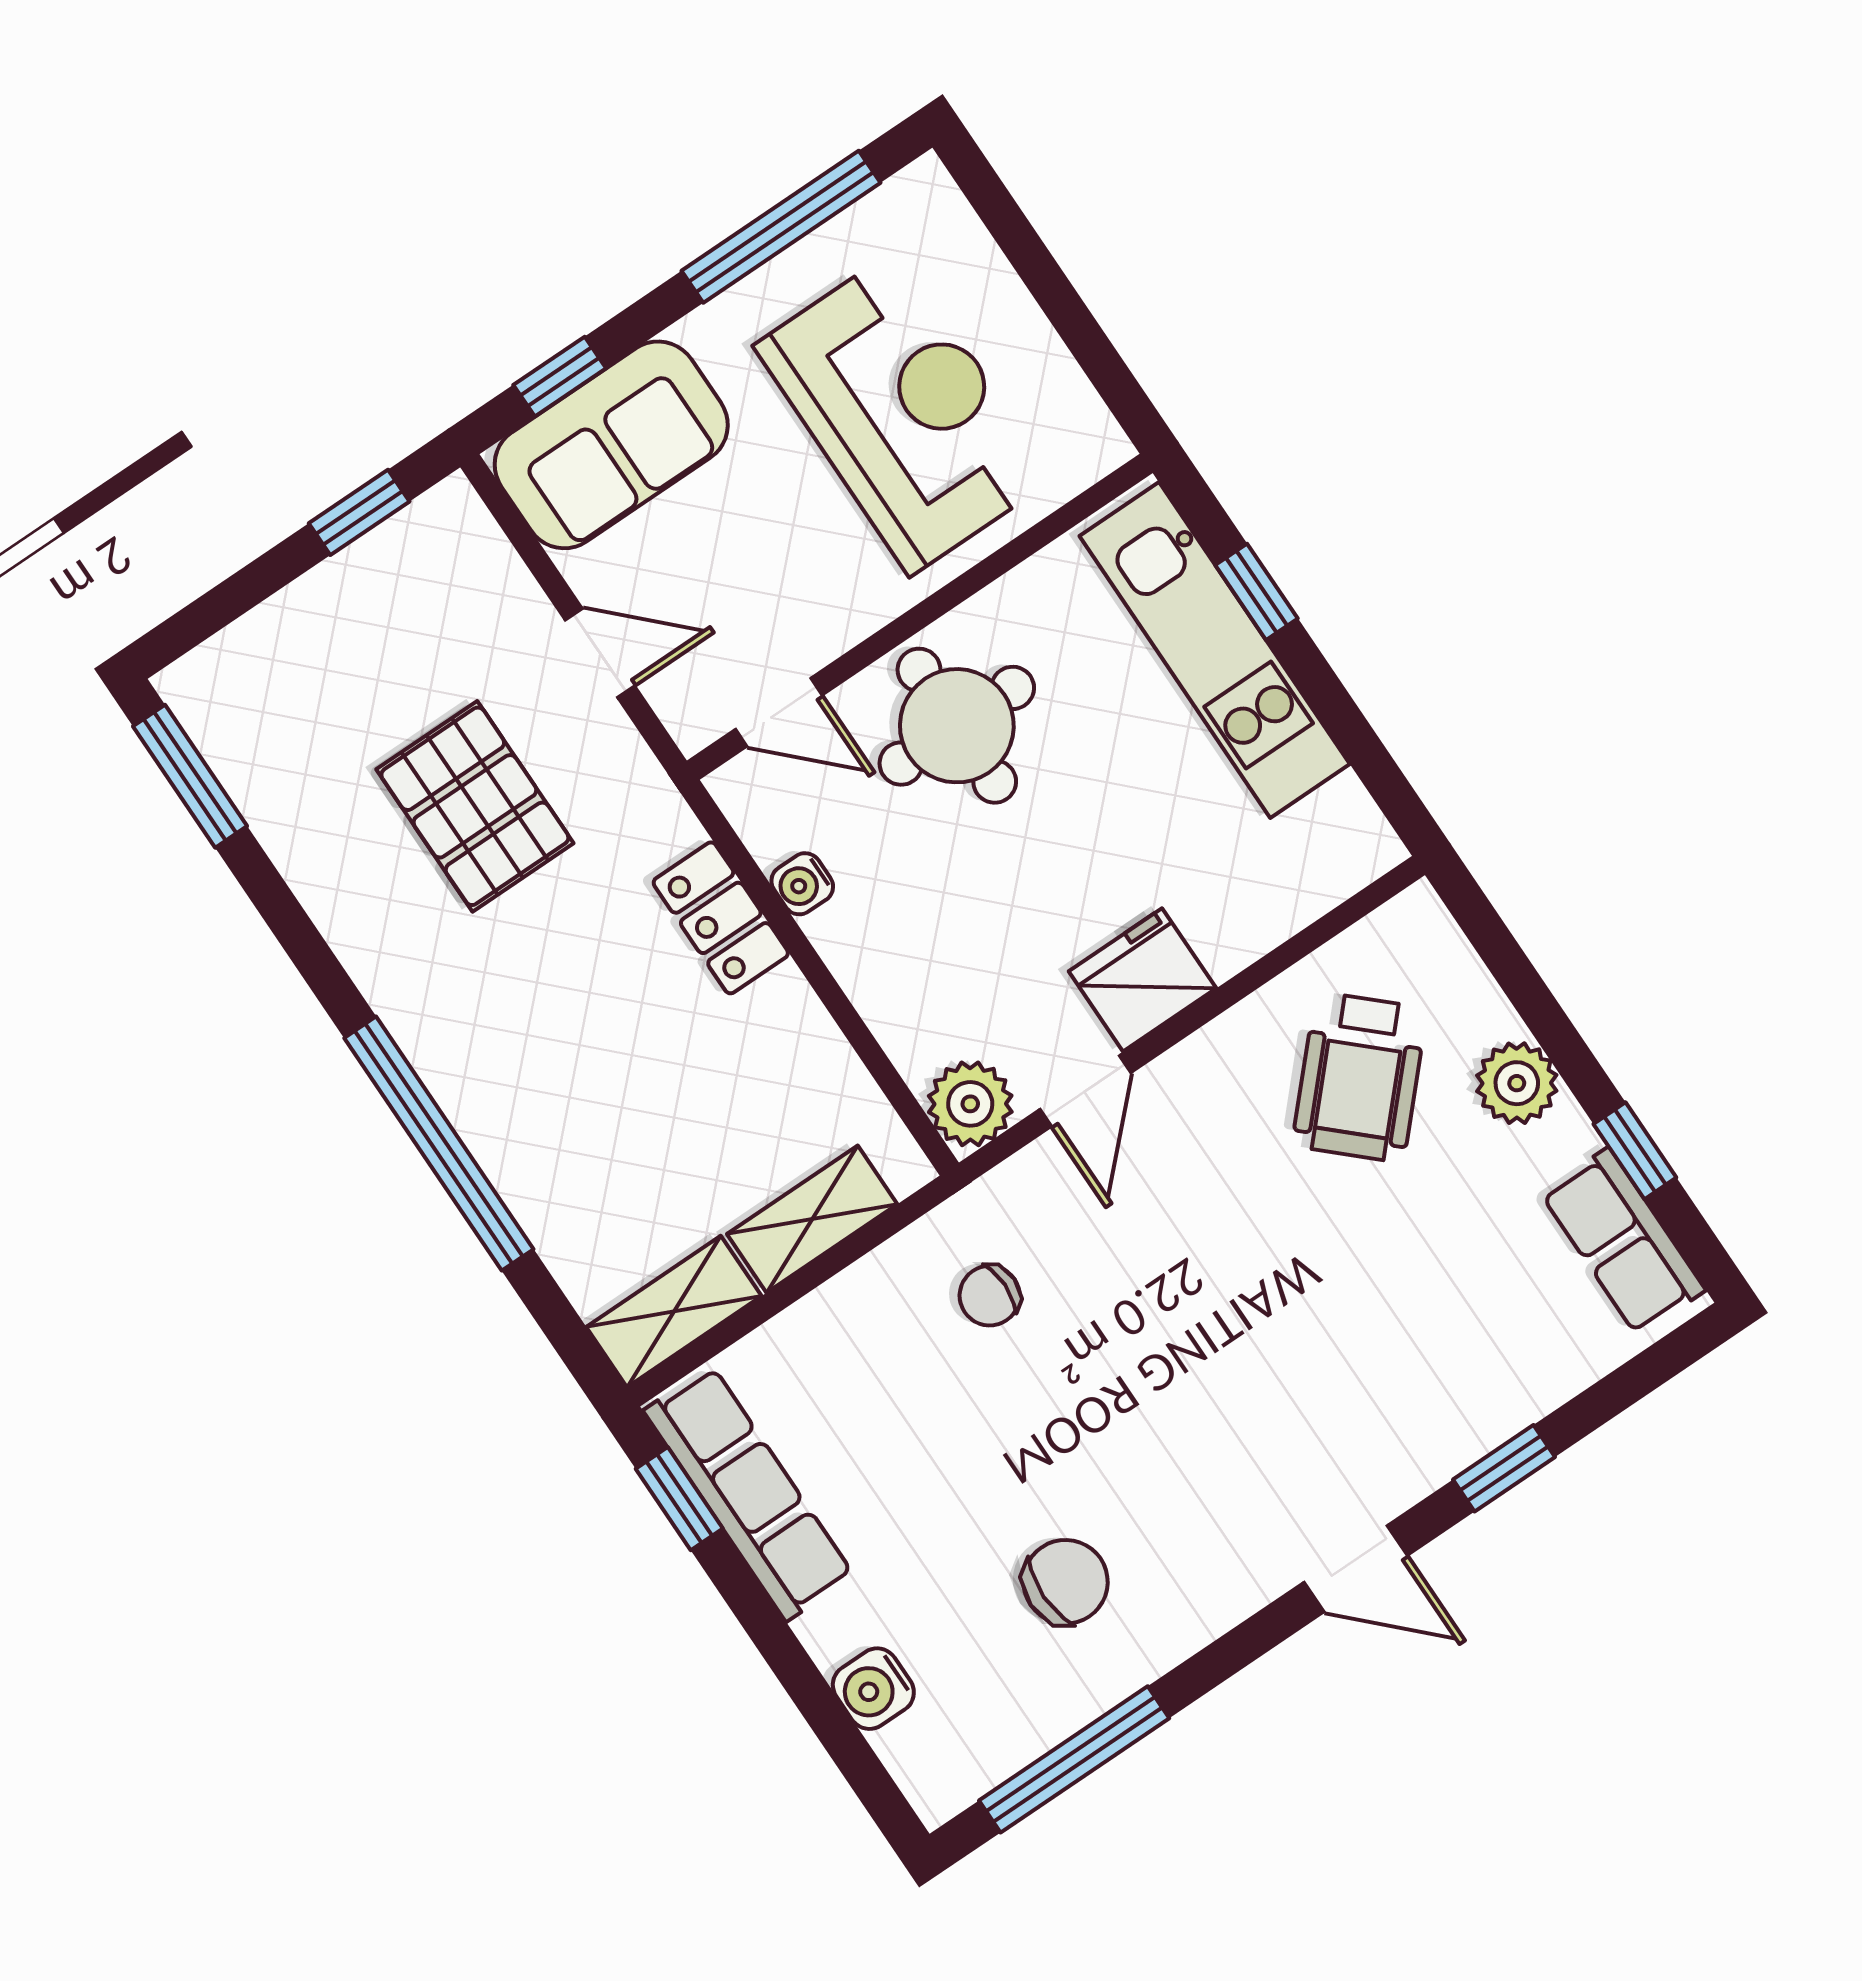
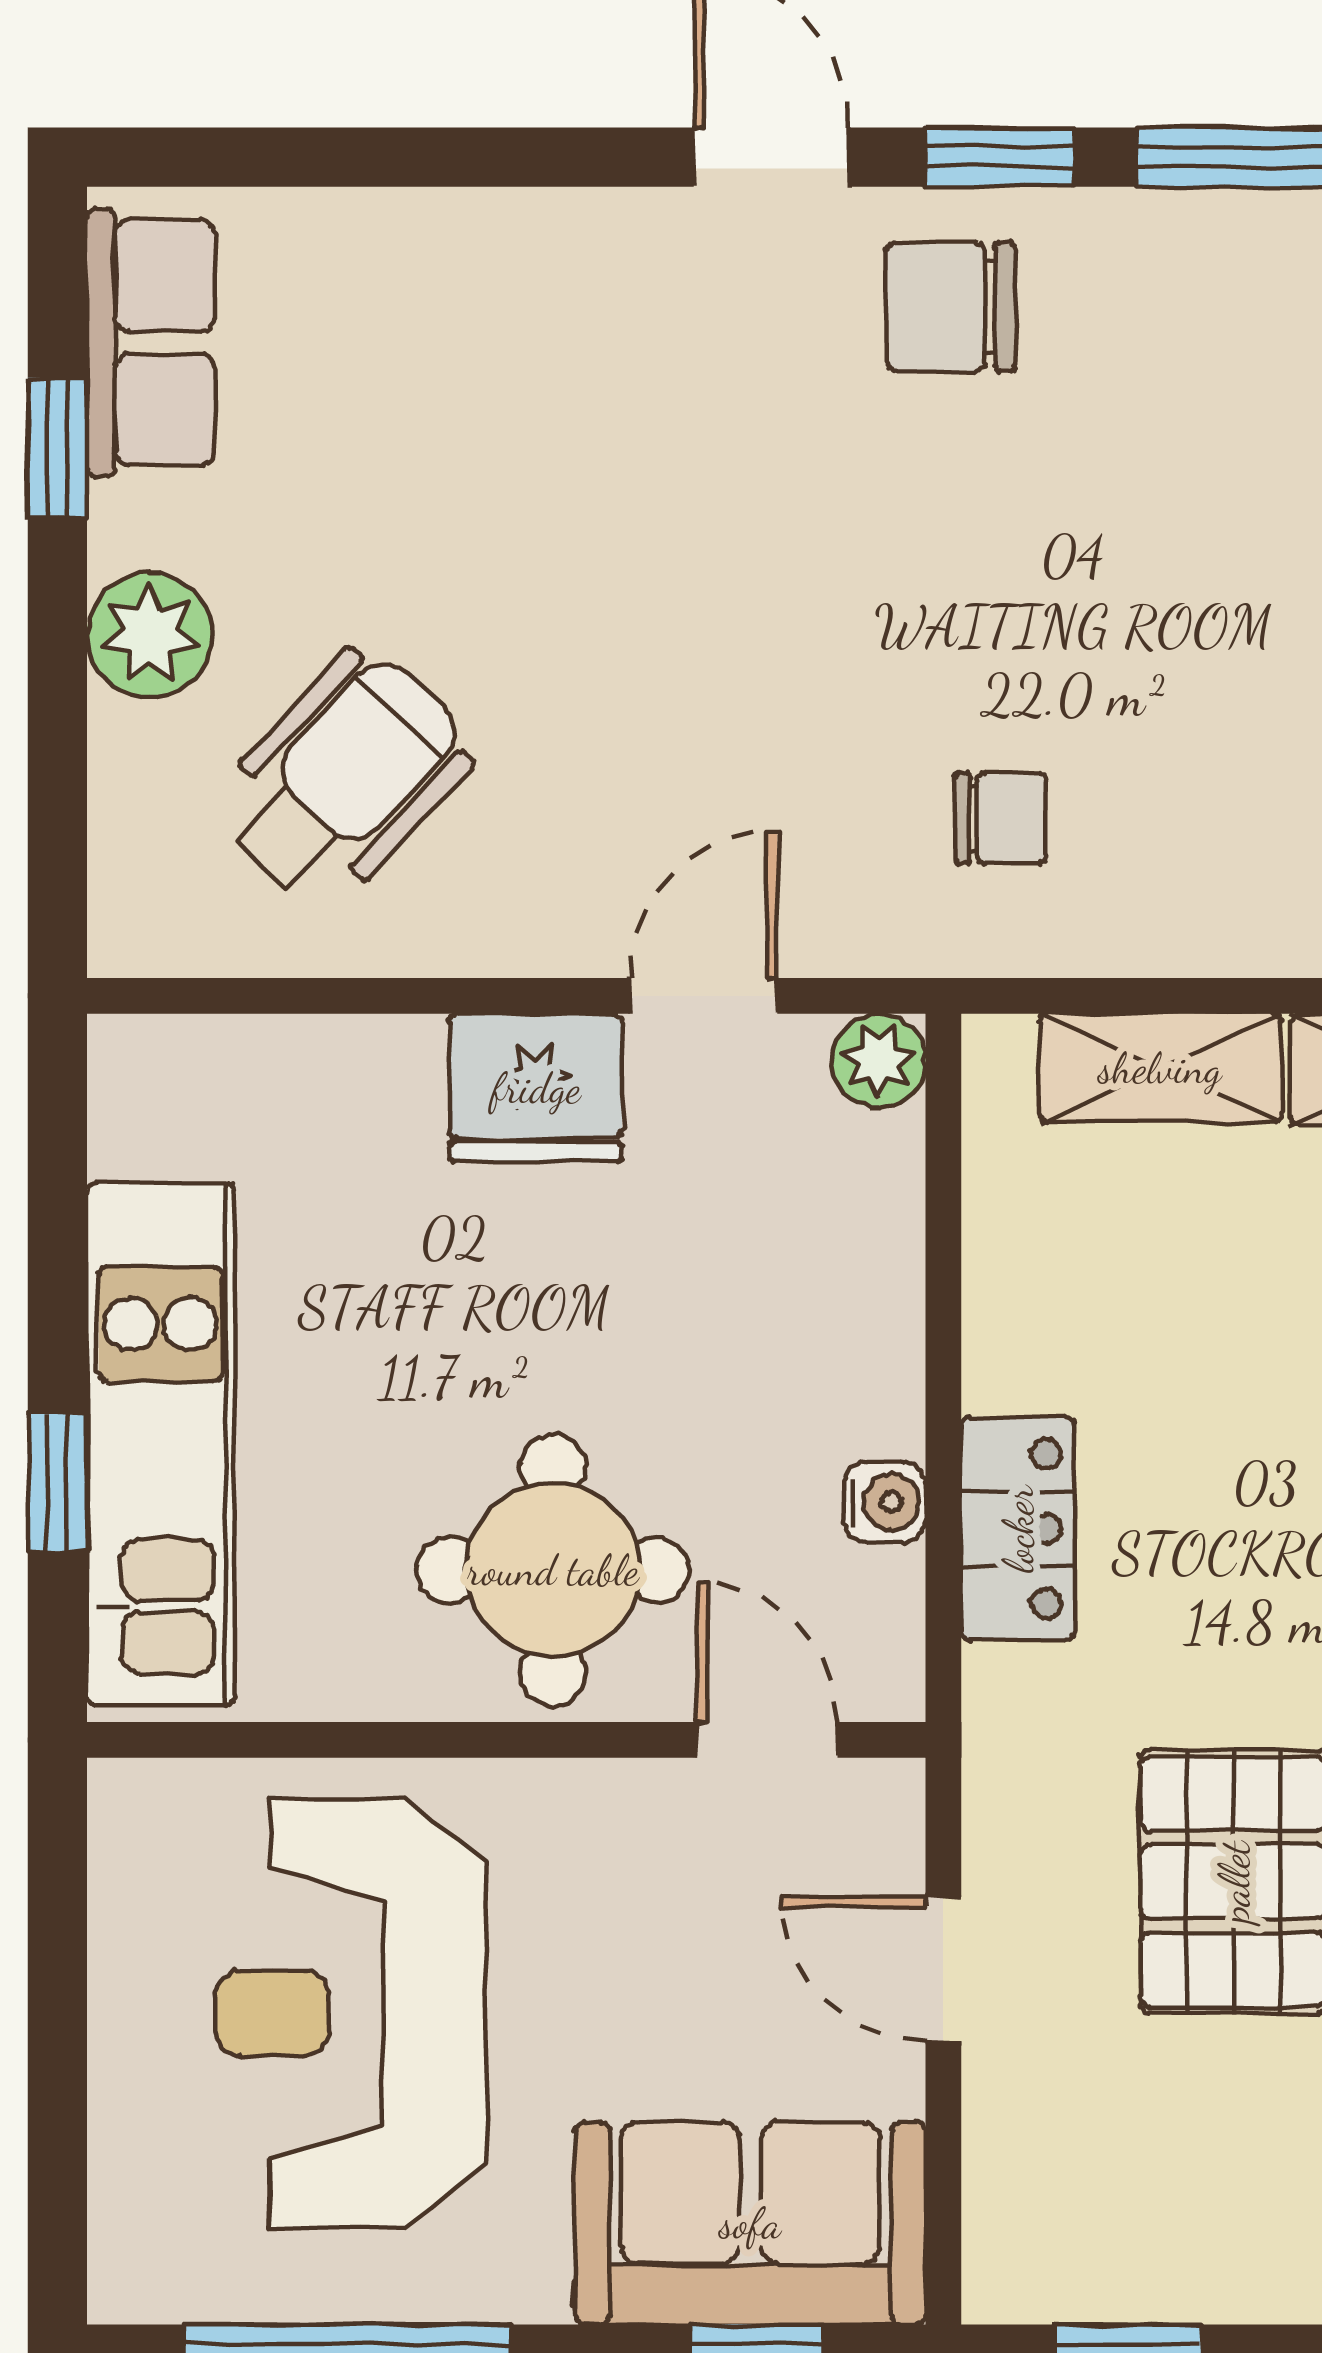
plant: (970, 1104) -> (878, 1061), width x0.73, depth x0.73
window: (1504, 1468) -> (999, 157), moved
chair: (1066, 1582) -> (951, 307), moved

